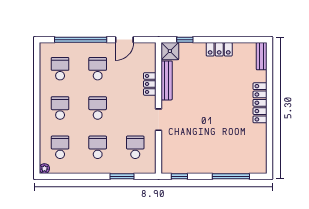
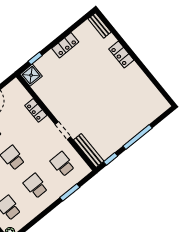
bench: (167, 80) -> (89, 150), moved
locker: (260, 103) -> (121, 55), width x0.66
window: (231, 176) -> (138, 137), moved

